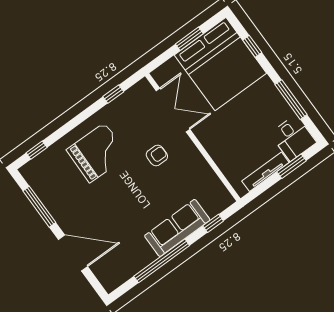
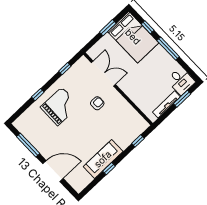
bed: (220, 64) -> (133, 37), width x0.73
window: (291, 100) -> (168, 49), moved
window: (37, 150) -> (38, 95), moved
sofa: (177, 228) -> (103, 159), moved
window: (162, 261) -> (109, 169), width x0.32

